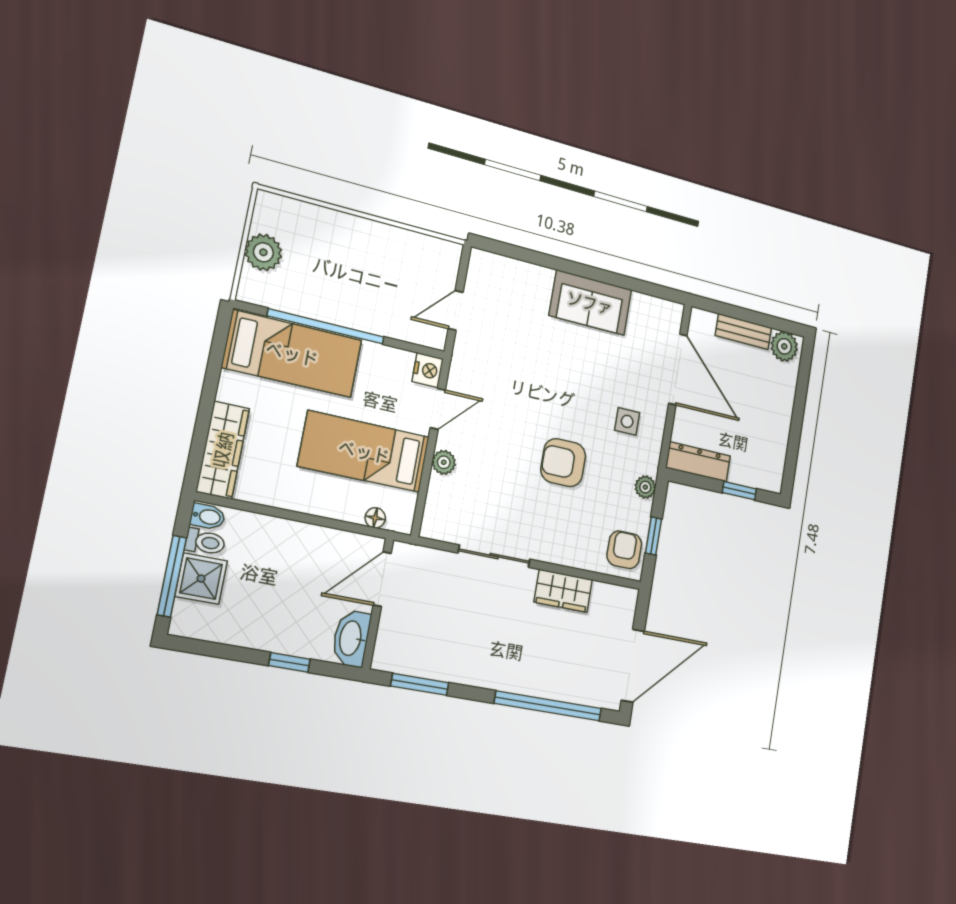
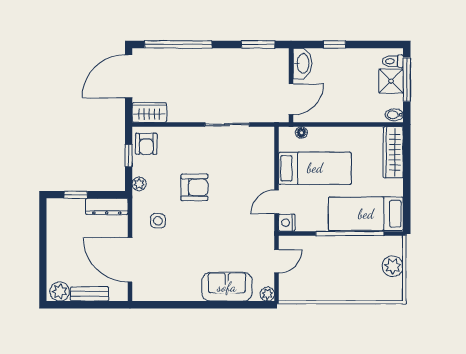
sofa: (590, 303) -> (227, 287), moved
plant: (444, 462) -> (267, 294), moved
toilet: (205, 542) -> (393, 61), moved
wardrobe: (563, 591) -> (149, 112), moved

